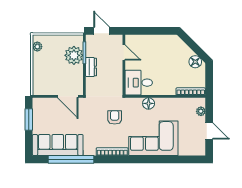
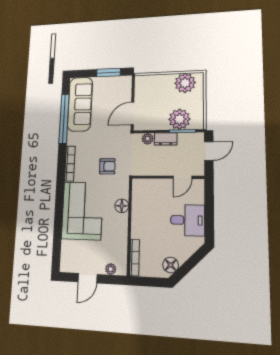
plant: (37, 47) -> (185, 83), width x1.87, depth x1.87
plant: (91, 83) -> (148, 139), added
desk: (139, 83) -> (188, 220), moved, turned 90

